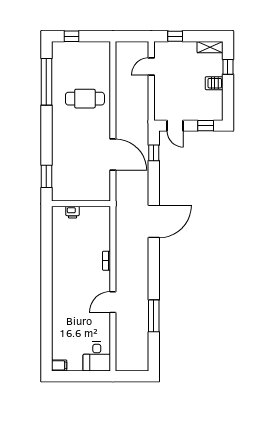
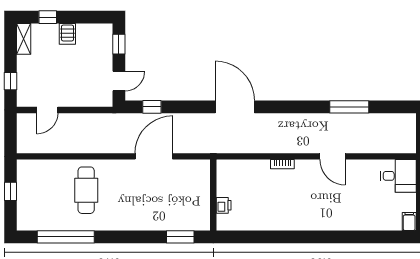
window: (71, 36) -> (11, 191), moved
door: (151, 67) -> (47, 110), hinge flipped

